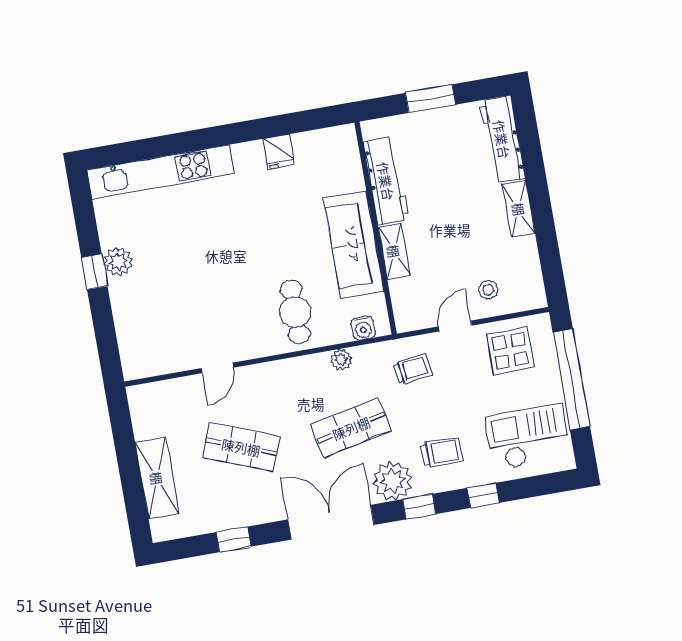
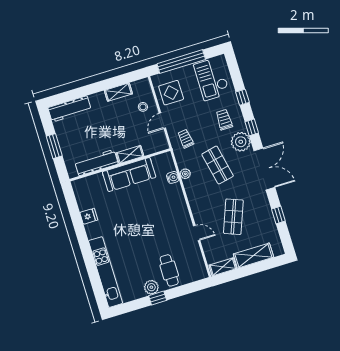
shelving: (519, 209) -> (118, 92), moved
cafe table: (295, 312) -> (169, 270), moved, turned 90
door: (455, 326) -> (162, 121), hinge flipped
water cooler: (363, 328) -> (173, 177), moved
shelving: (142, 413) -> (223, 267), added
double door: (331, 522) -> (264, 169), swing flipped

